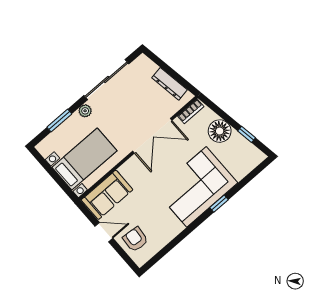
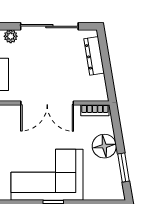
dresser: (170, 84) -> (94, 56), moved
window: (247, 134) -> (123, 168), width x1.50

